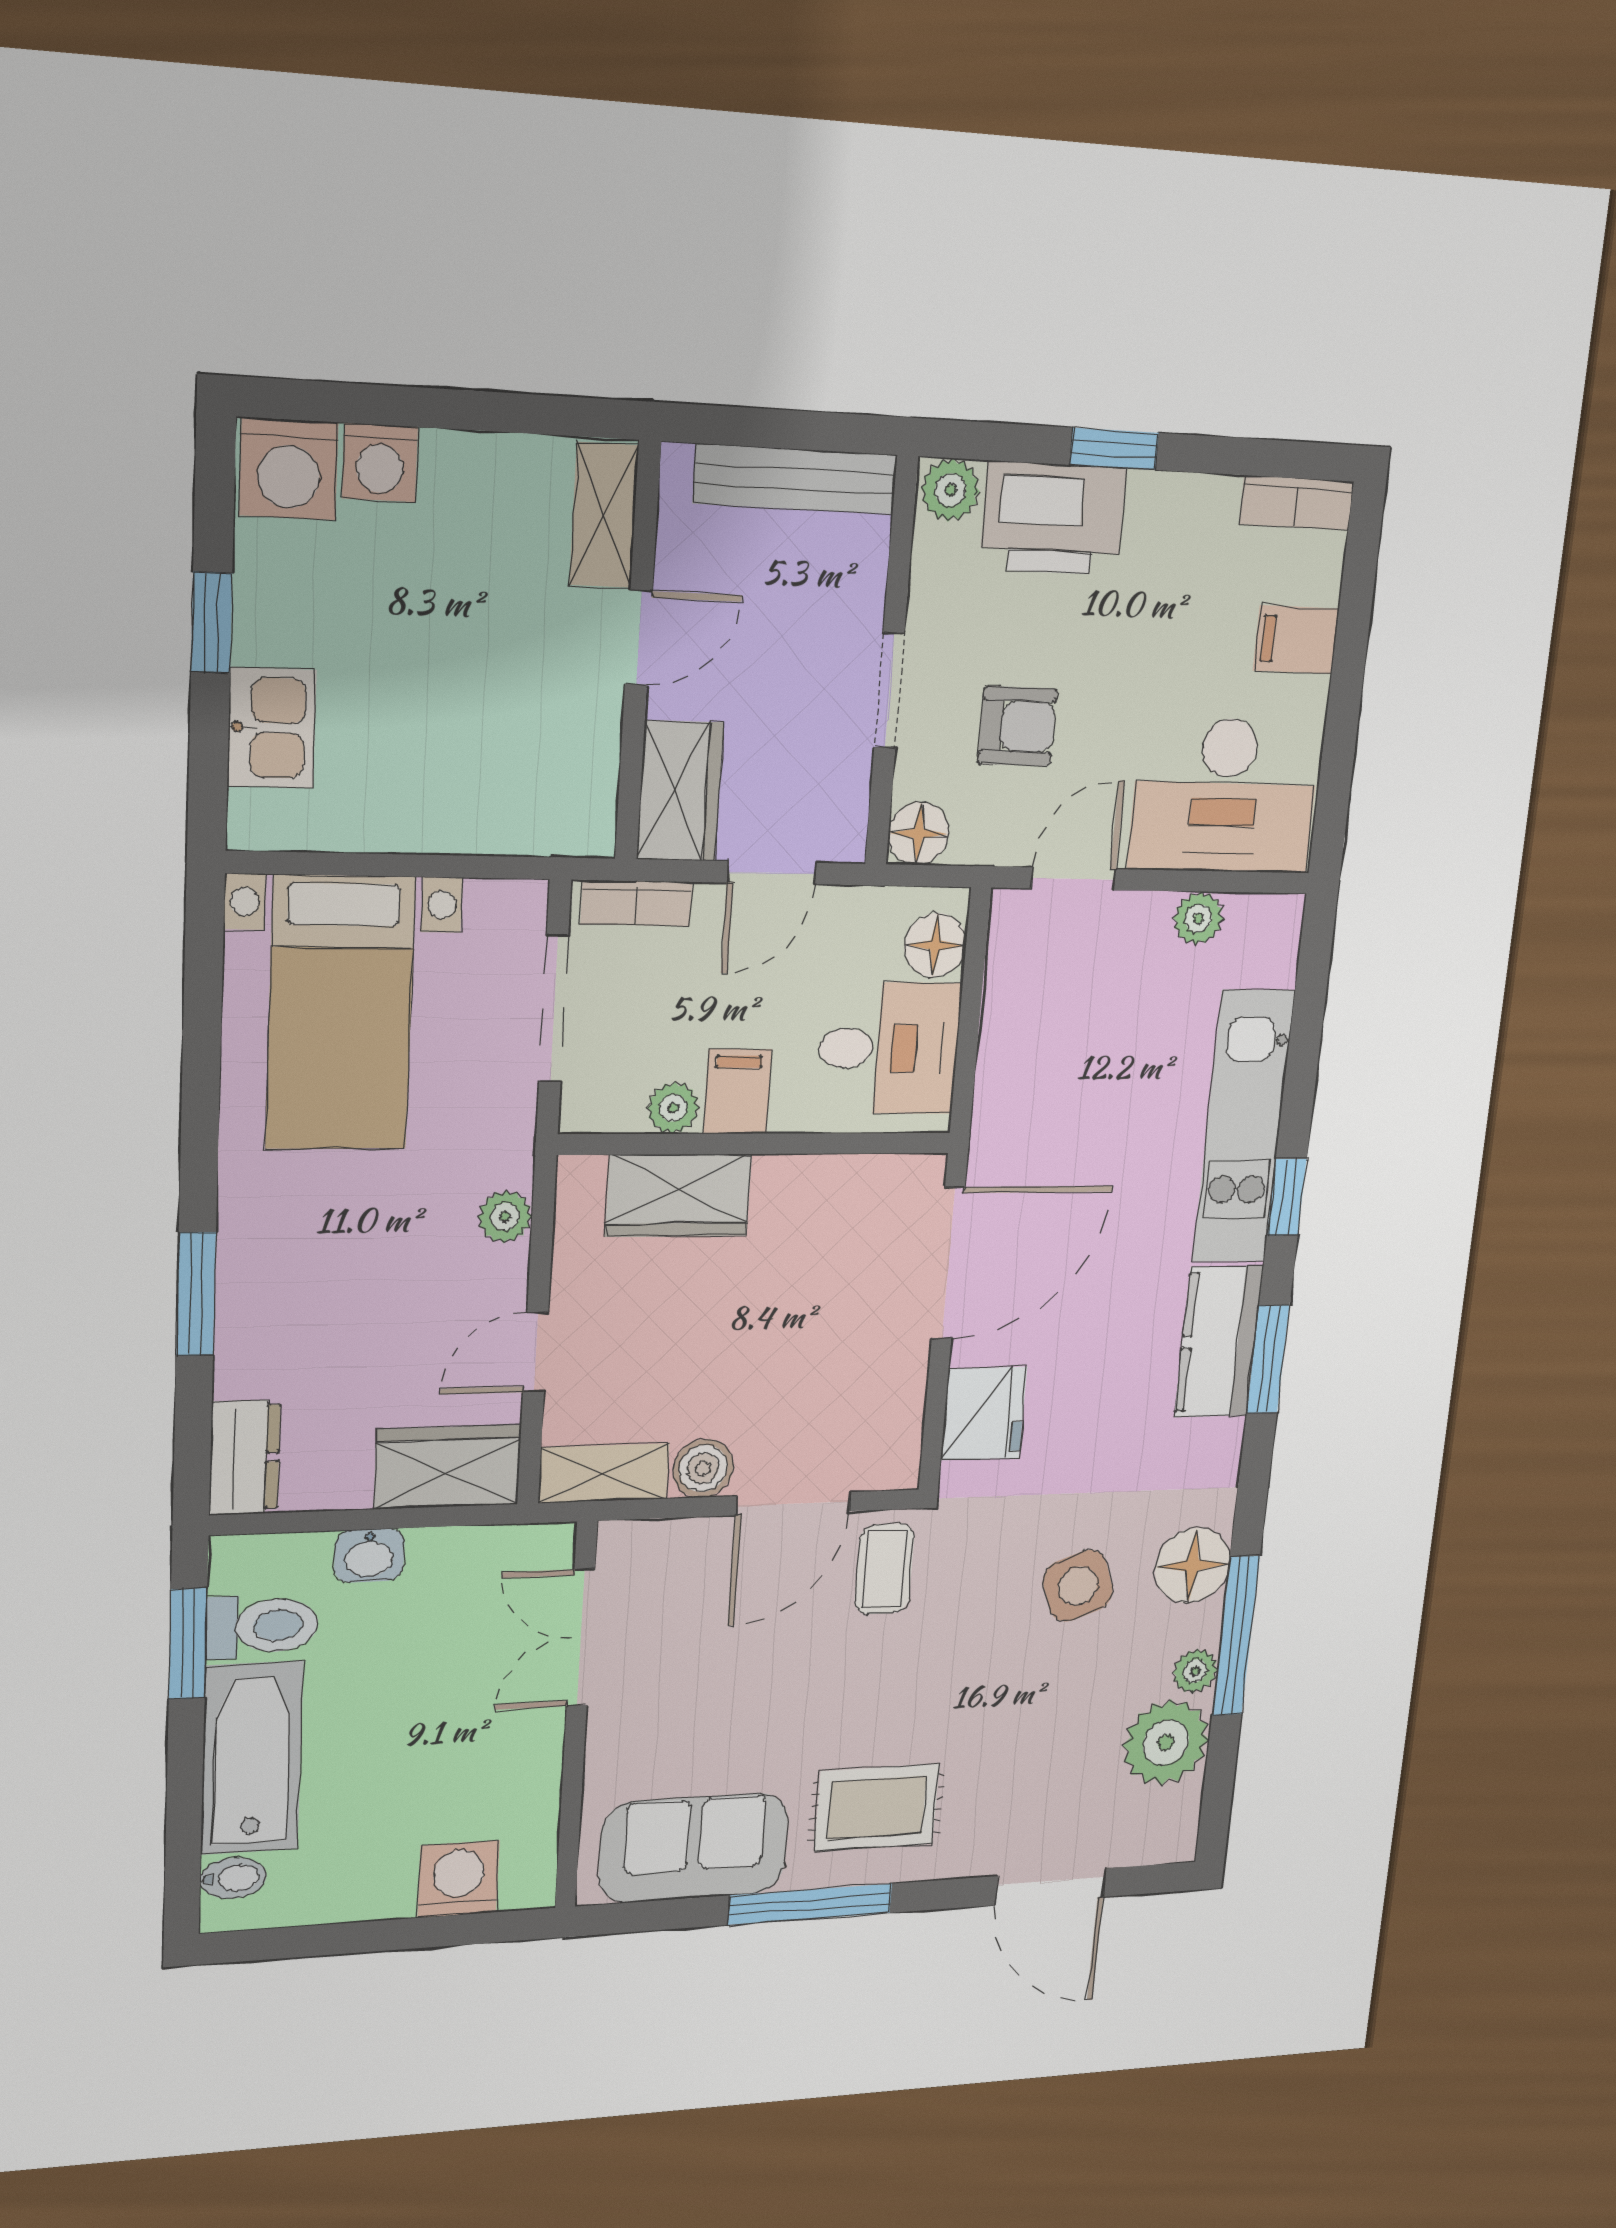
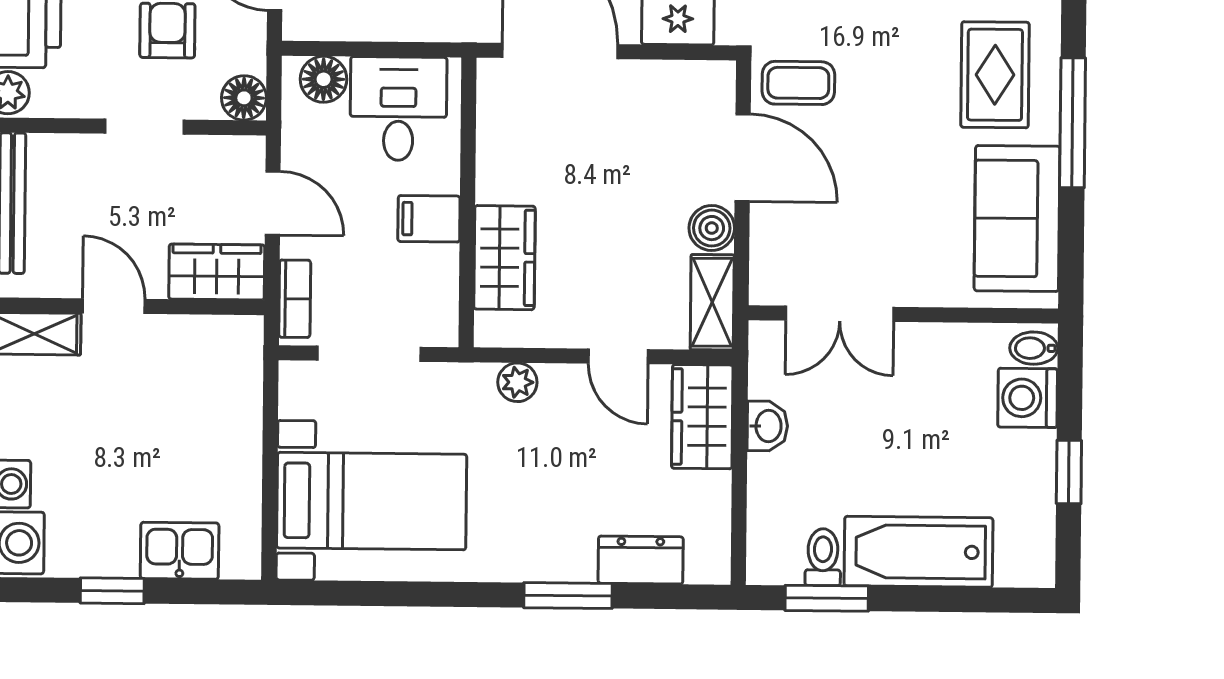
plant: (673, 1108) -> (440, 265), removed
dresser: (245, 1458) -> (641, 560), moved
washbasin: (369, 1556) -> (767, 426), moved
toilet: (262, 1626) -> (823, 557), width x0.73, depth x0.72
bidet: (233, 1878) -> (1034, 348), moved, turned -90
window: (357, 1938) -> (1069, 472), added

